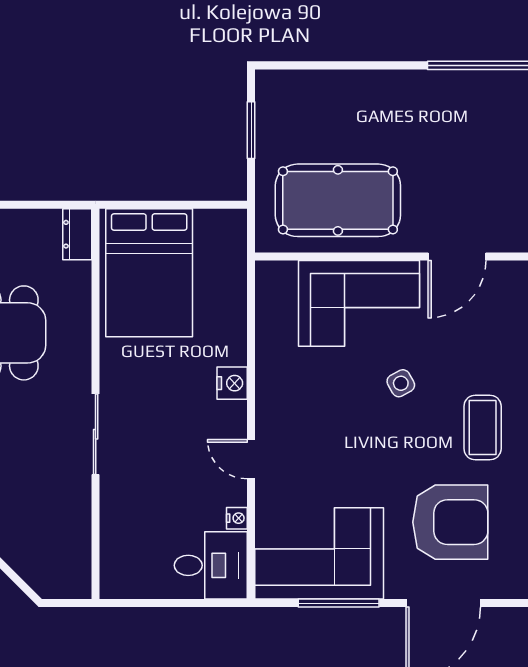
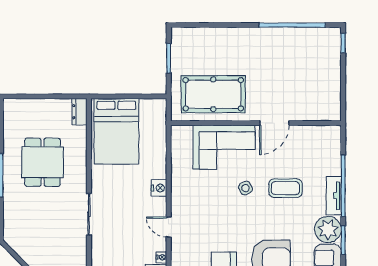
coffee table: (483, 427) -> (285, 188), moved, turned 90

